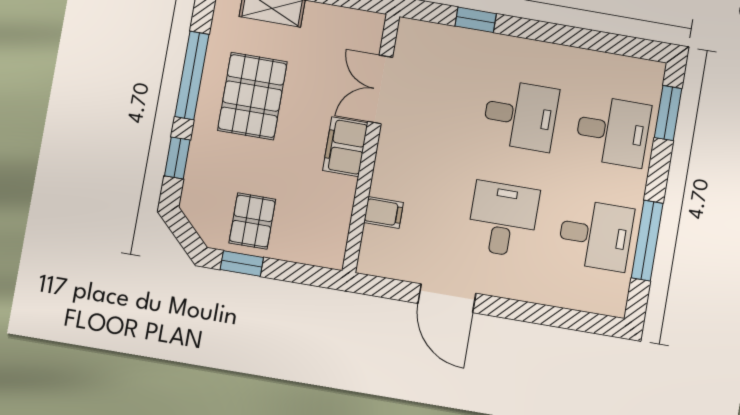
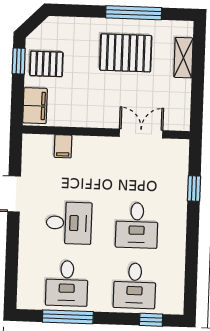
window: (668, 113) -> (151, 320), width x0.67
filing cabinet: (345, 147) -> (35, 106), moved, turned 90
window: (177, 158) -> (80, 11), removed

